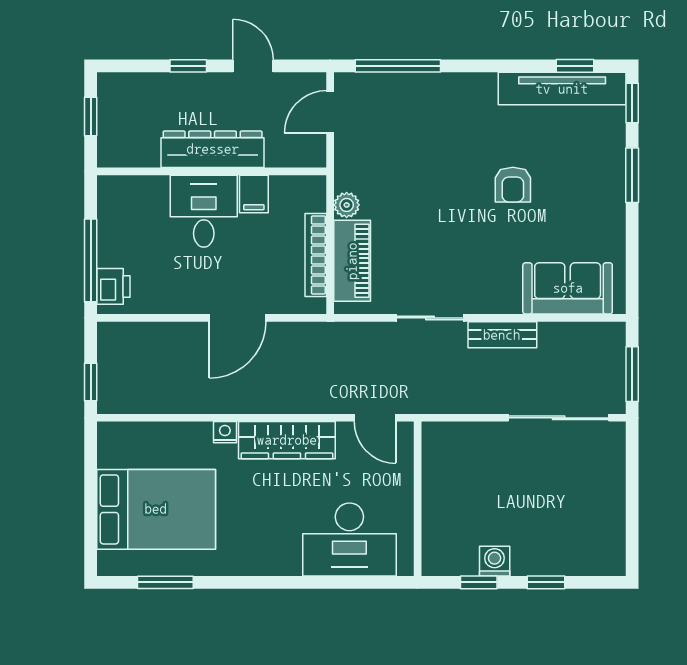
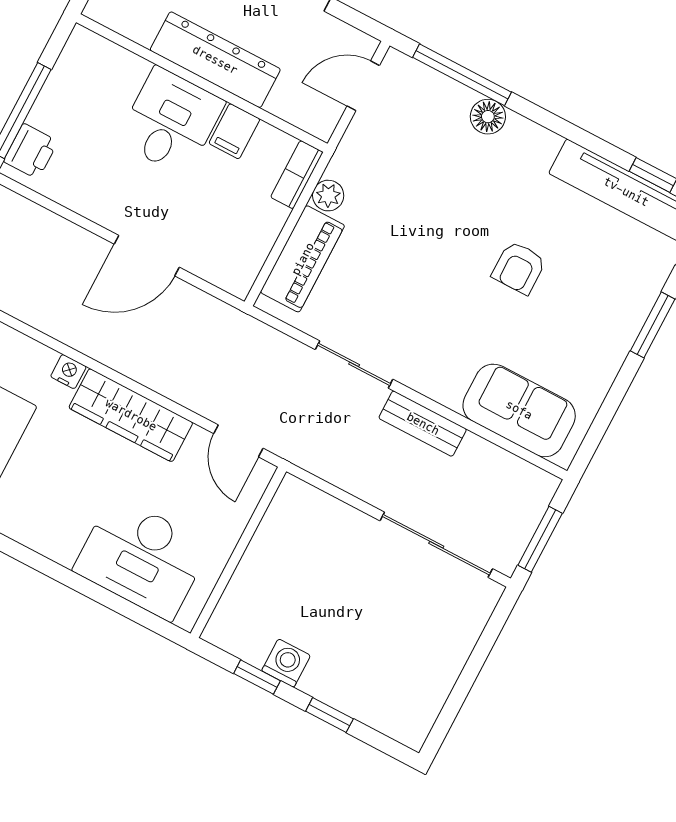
floor lamp: (433, 87) -> (488, 117), added
bookcase: (316, 255) -> (297, 175), moved, width x0.64

